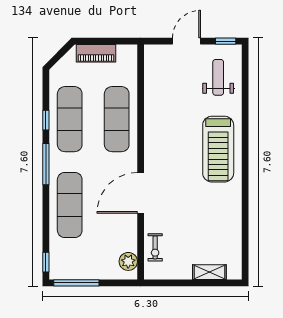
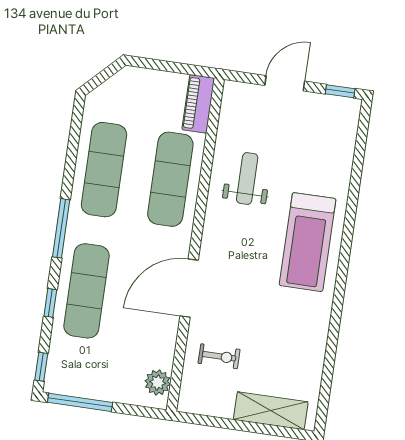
piano: (96, 53) -> (198, 104), moved, turned 90
weight bench: (218, 77) -> (247, 179), moved
window: (46, 120) -> (50, 303), moved
exercise bike: (155, 247) -> (219, 356), moved, turned -90
shelving: (209, 272) -> (271, 411), width x1.50, depth x1.33

